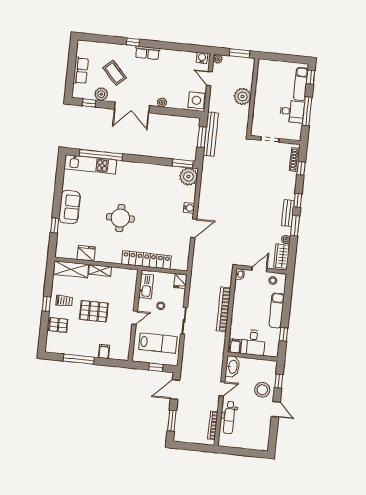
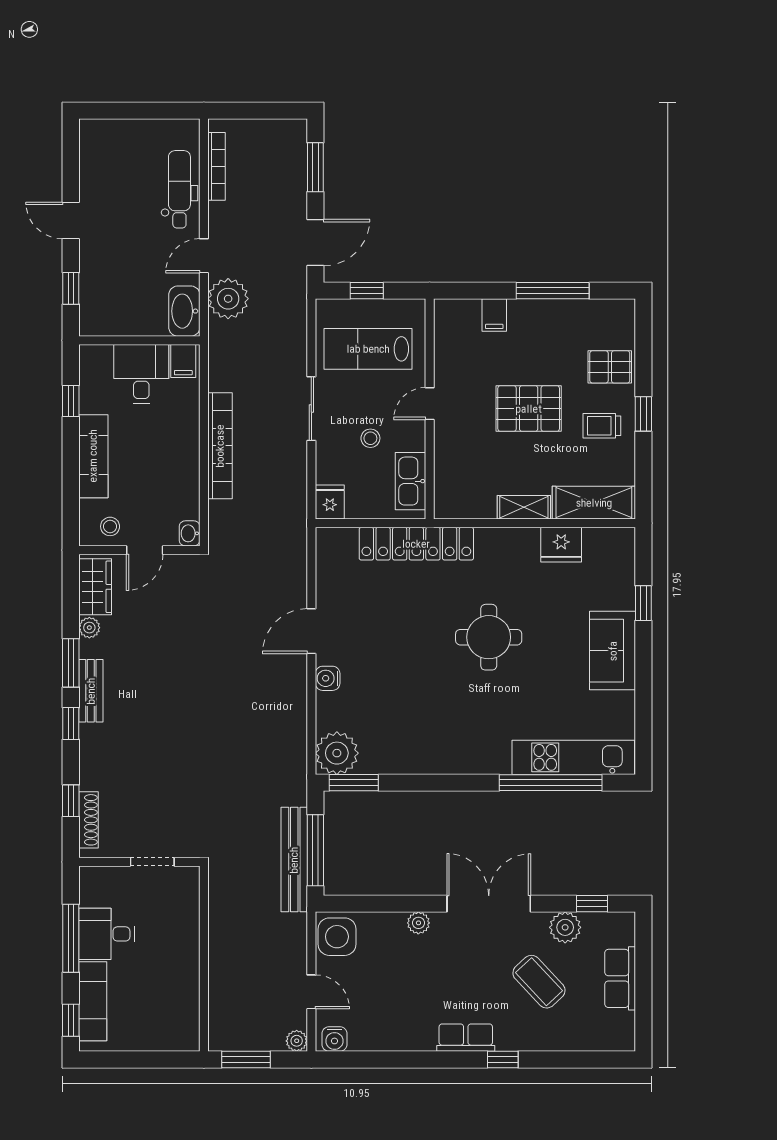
plant: (243, 96) -> (228, 299), moved
window: (202, 137) -> (315, 850), width x1.44
stool: (262, 390) -> (108, 264), removed

